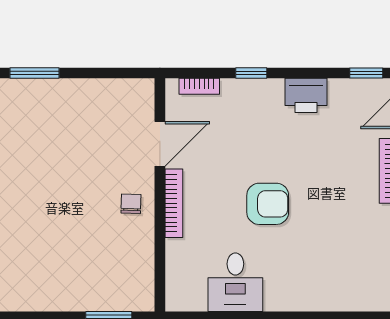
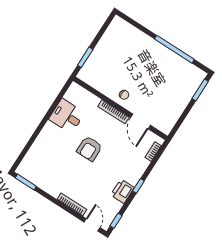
window: (251, 73) -> (138, 186), moved

